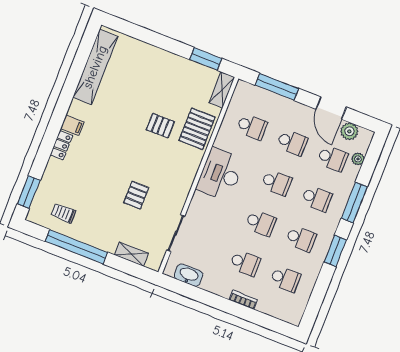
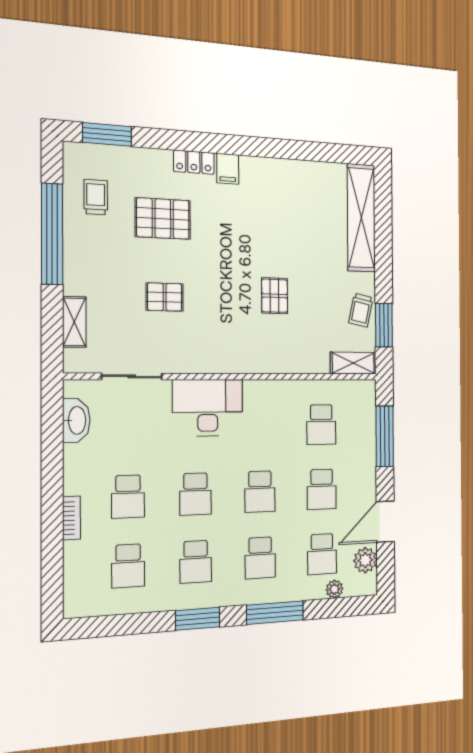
shelving: (95, 67) -> (361, 218), moved, turned 90
trolley: (190, 71) -> (361, 310), added
pallet: (197, 129) -> (163, 219), moved
desk: (220, 174) -> (208, 408), moved

